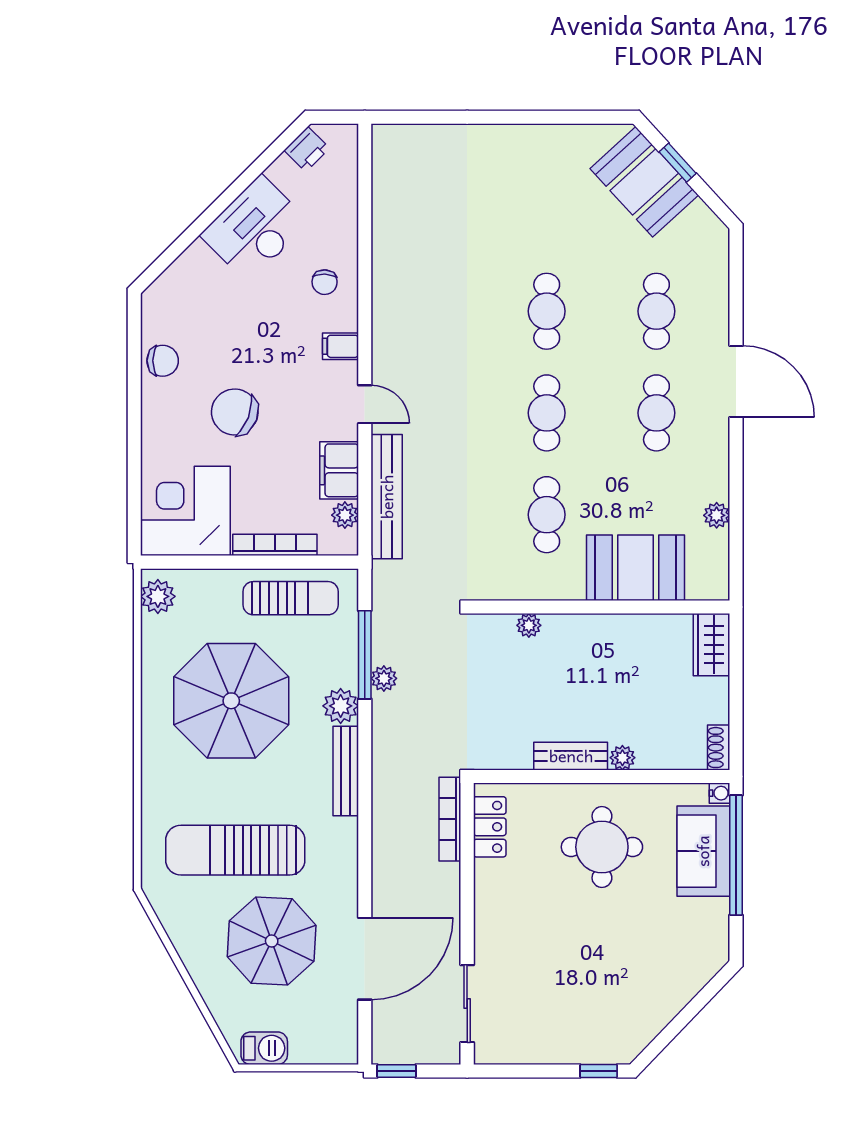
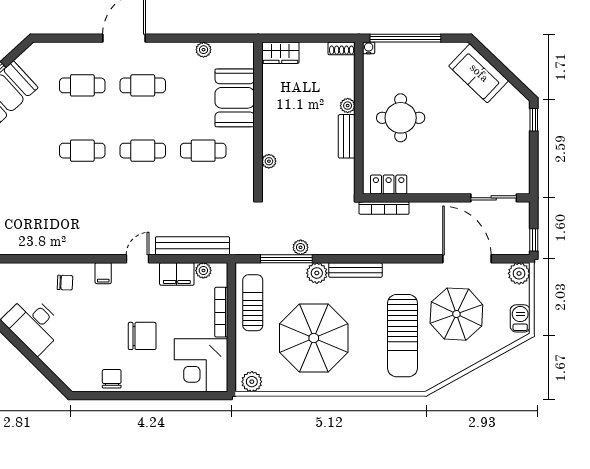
chair: (235, 412) -> (142, 336), turned -111
sofa: (703, 851) -> (479, 73), moved, turned 44
plant: (340, 1046) -> (519, 273), added

